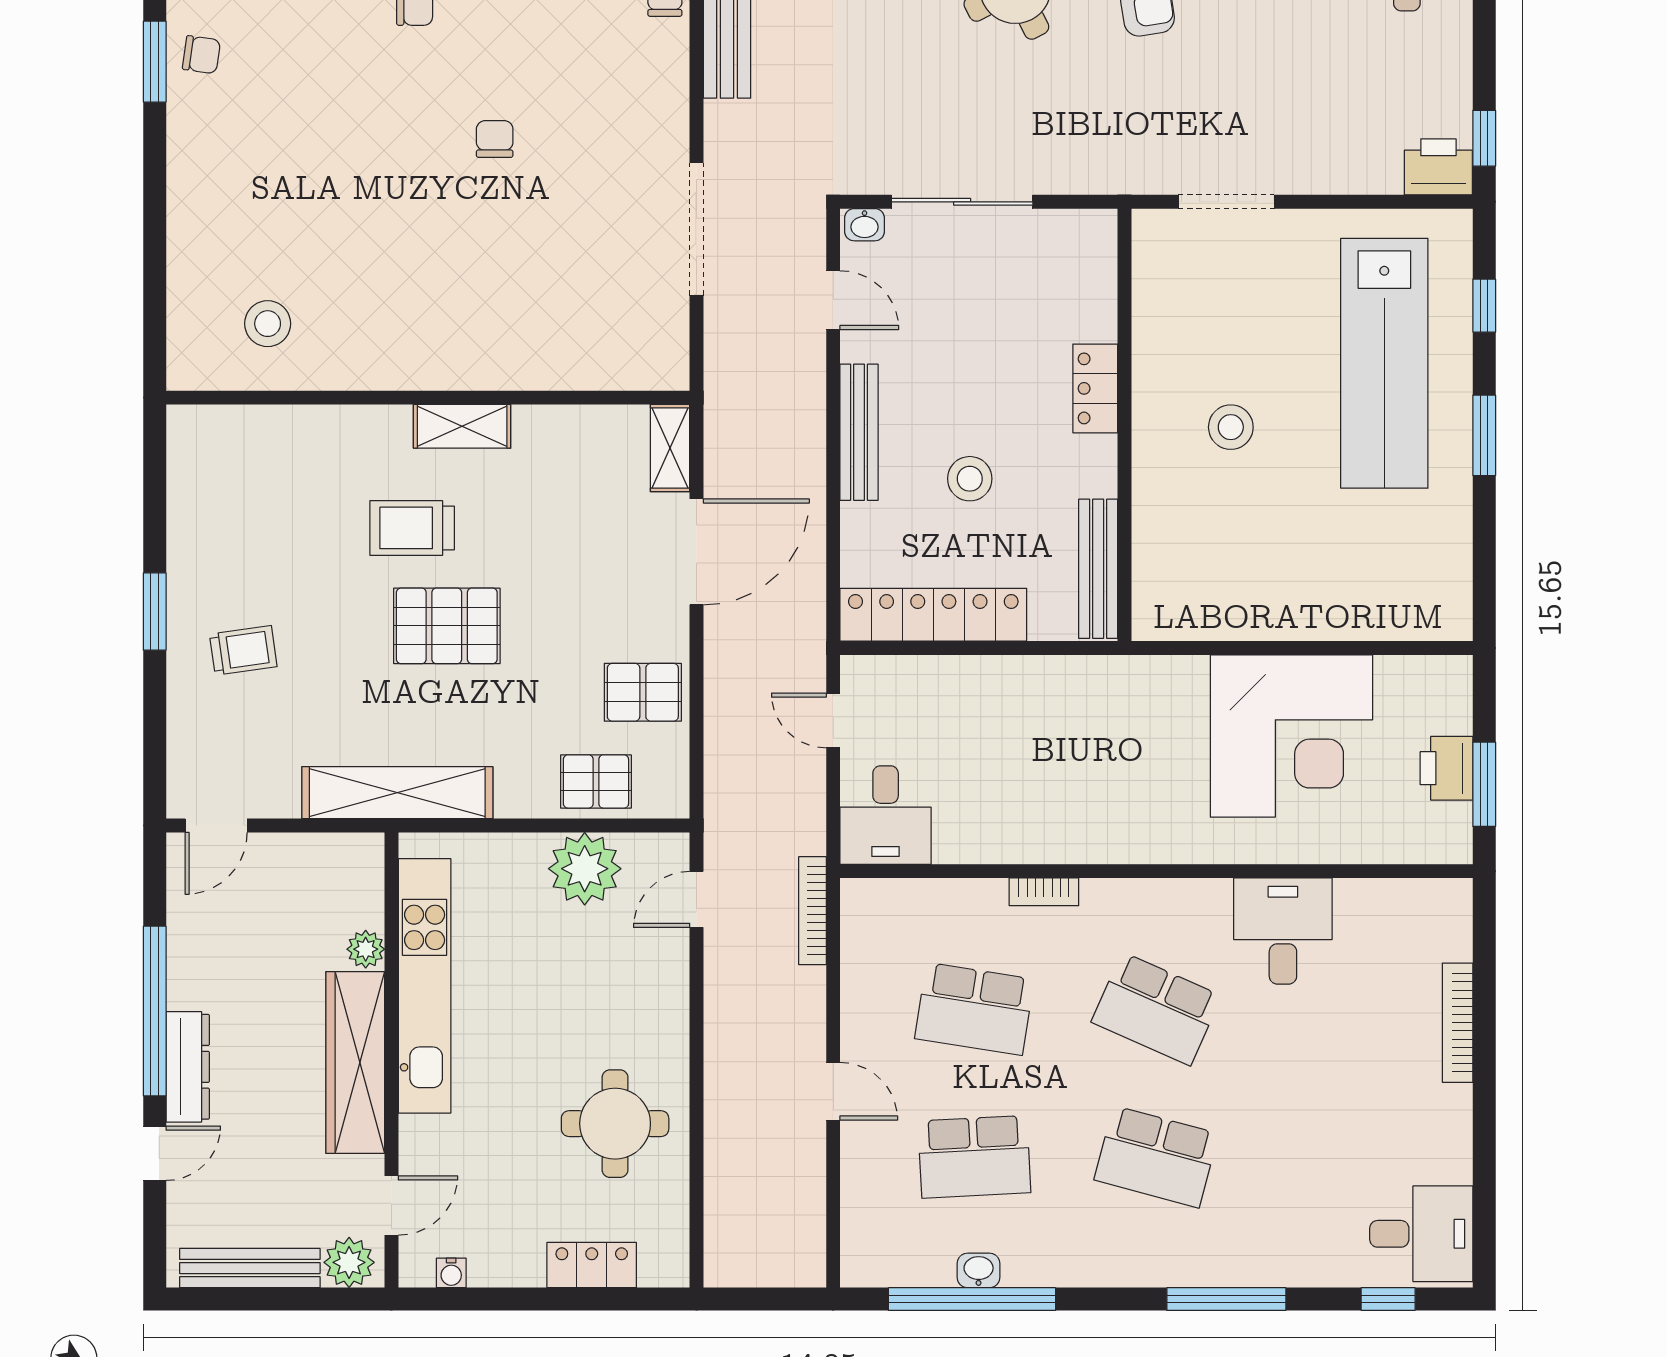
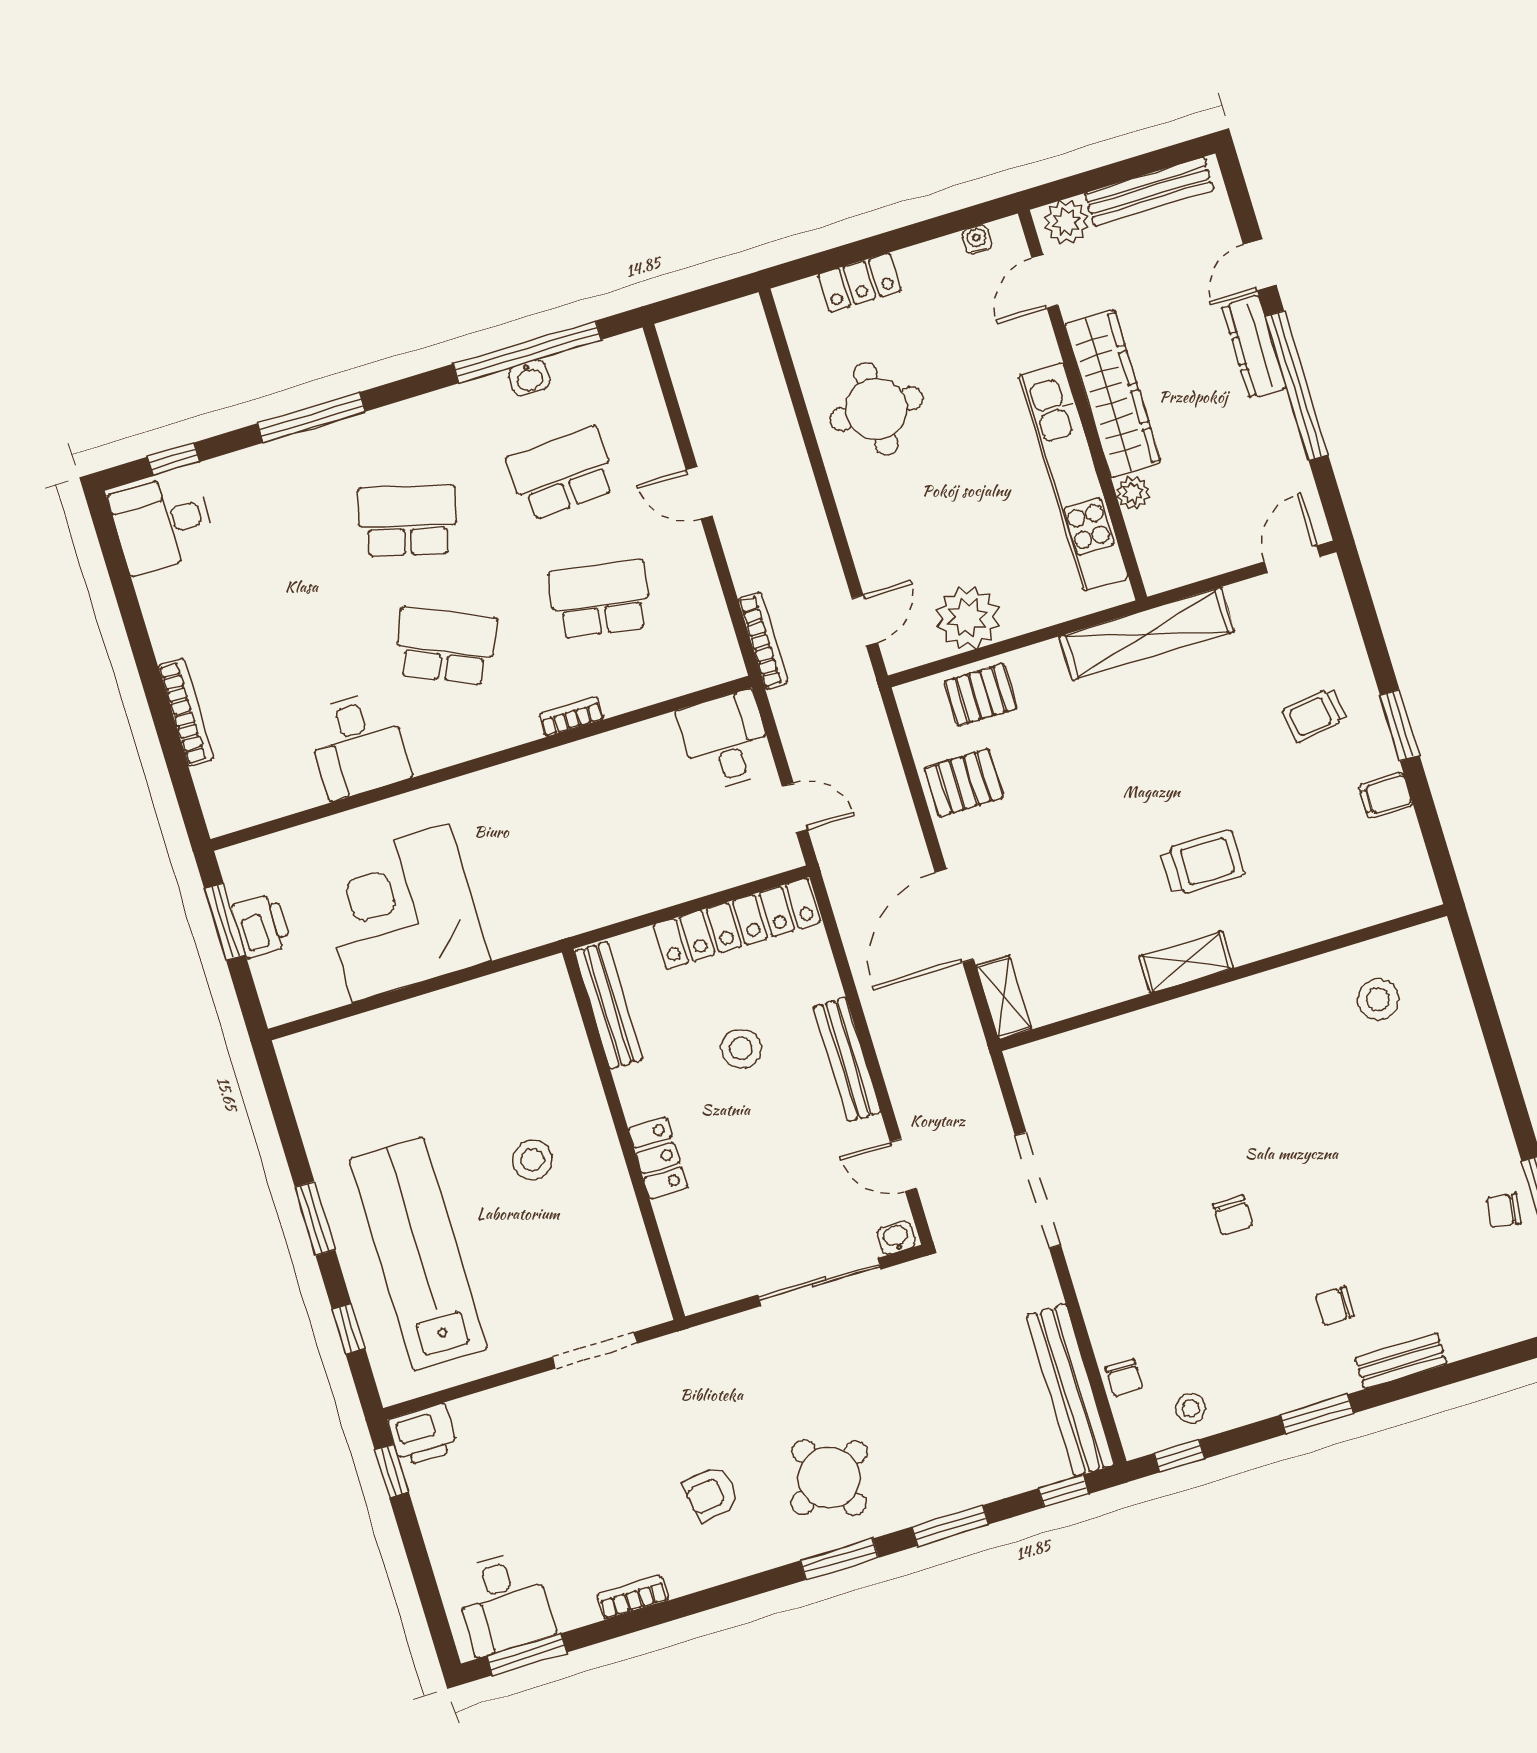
filing cabinet: (192, 541) -> (1386, 795), added
pallet: (447, 626) -> (1148, 788), removed

